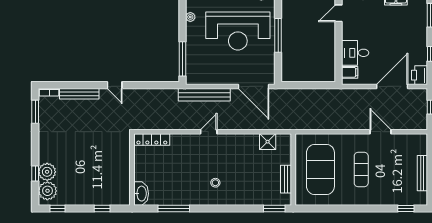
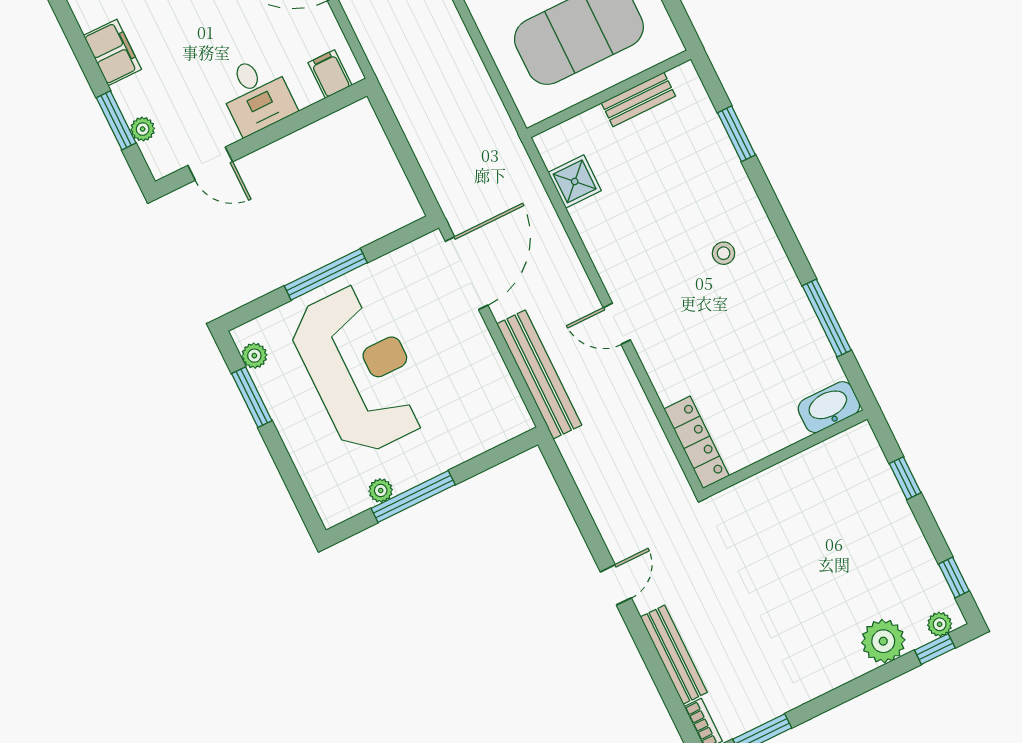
desk: (355, 53) -> (256, 95), moved
window: (182, 59) -> (413, 497), moved
window: (35, 174) -> (935, 649), moved
plant: (47, 191) -> (940, 624), width x0.53, depth x0.53
window: (274, 209) -> (737, 134), moved

